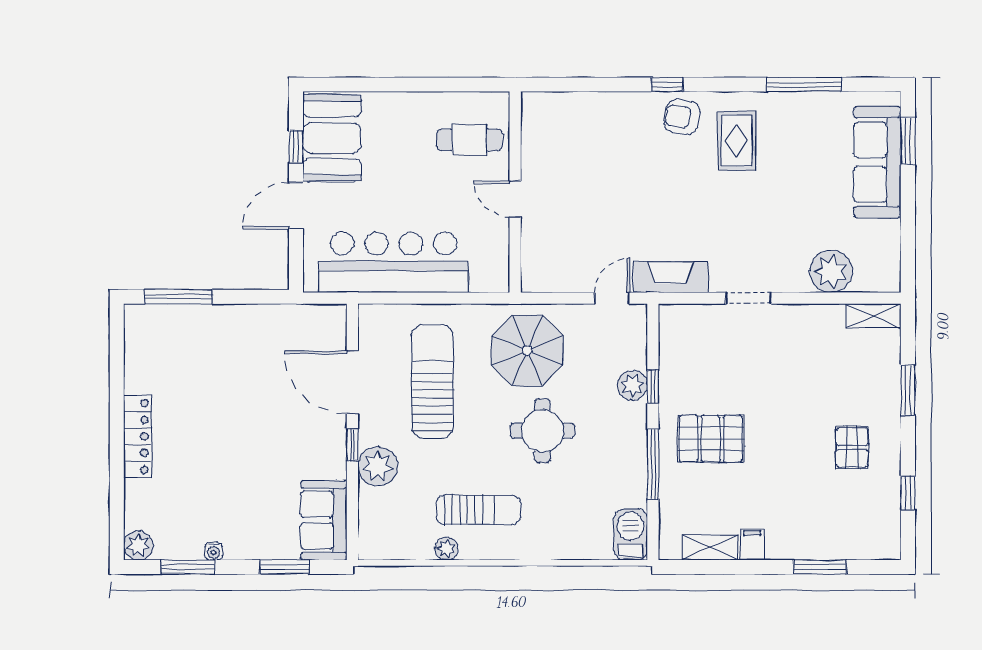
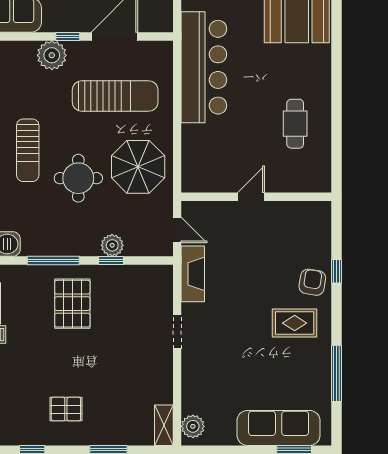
wall: (515, 192) -> (256, 197), moved
door: (515, 199) -> (251, 197), moved
plant: (831, 271) -> (193, 426), moved, width x0.73, depth x0.73
sun lounger: (479, 510) -> (28, 150), moved

